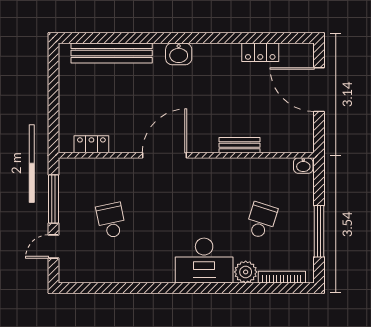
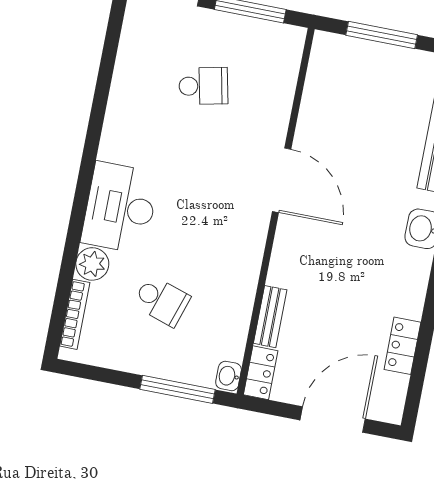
window: (53, 107) -> (382, 35), added
locker: (91, 144) -> (261, 373), moved
bench: (240, 145) -> (270, 317), moved
window: (319, 231) -> (177, 389), moved

